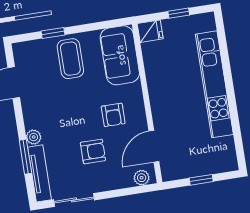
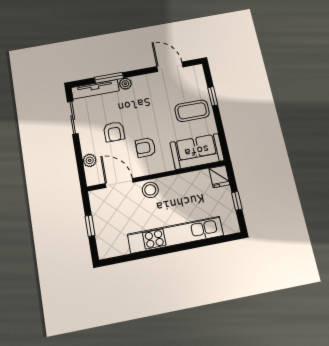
stool: (163, 111) -> (150, 190), added
plant: (142, 178) -> (90, 160), moved

